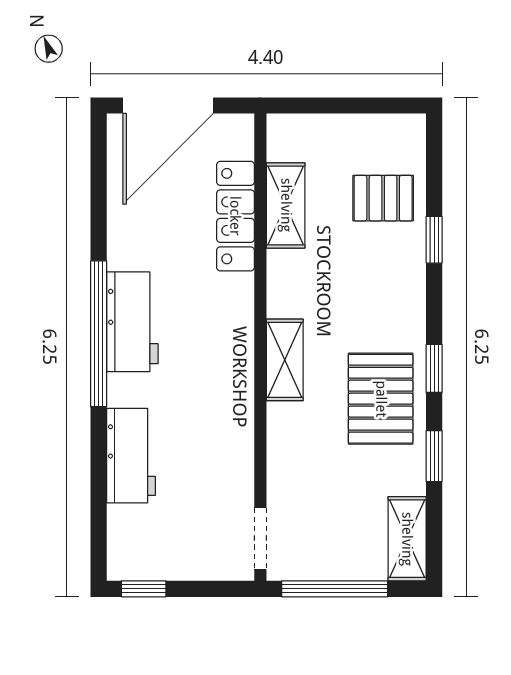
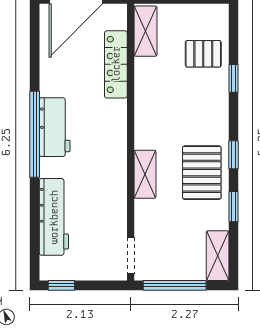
shelving: (286, 205) -> (145, 31), moved
shelving: (285, 360) -> (145, 174), moved
workbench: (131, 456) -> (54, 217), width x1.37

